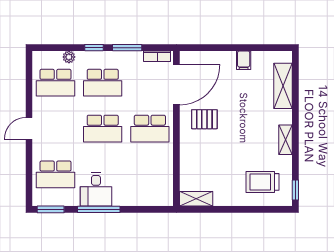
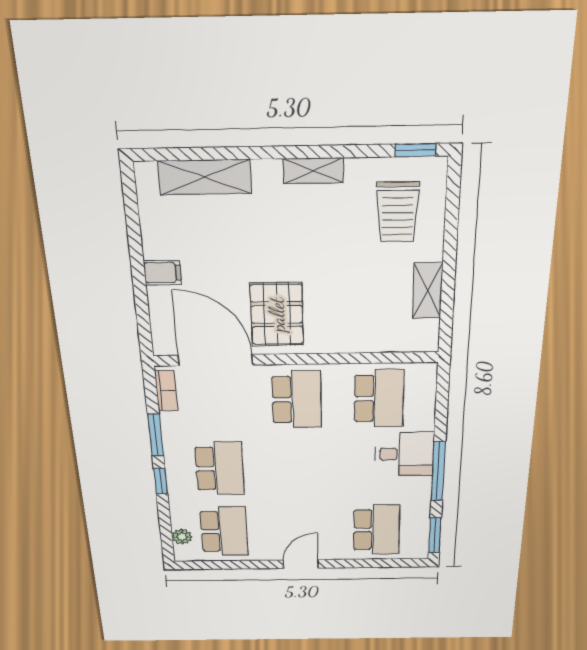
plant: (69, 57) -> (182, 537), moved
filing cabinet: (244, 60) -> (162, 273), moved
pallet: (204, 119) -> (277, 314), width x1.50, depth x1.42
door: (29, 128) -> (301, 564), swing flipped
school desk: (103, 129) -> (379, 398), moved
desk: (96, 189) -> (404, 454), moved
shelving: (196, 199) -> (428, 291), moved

